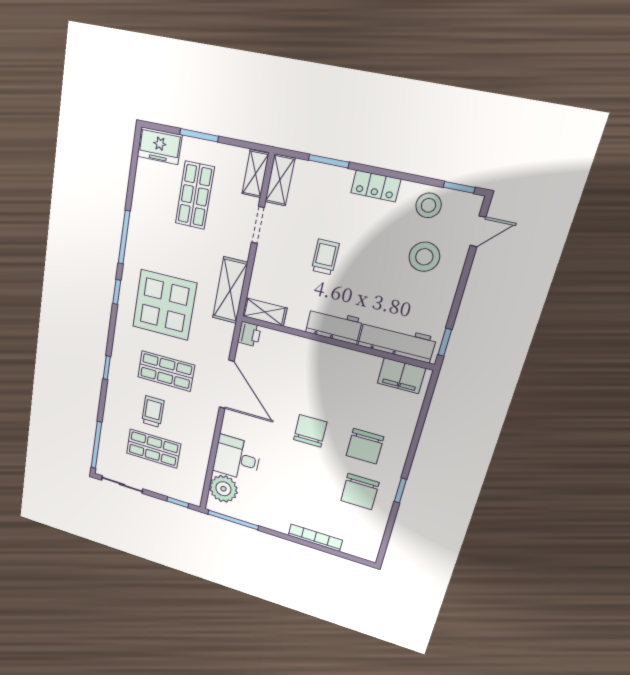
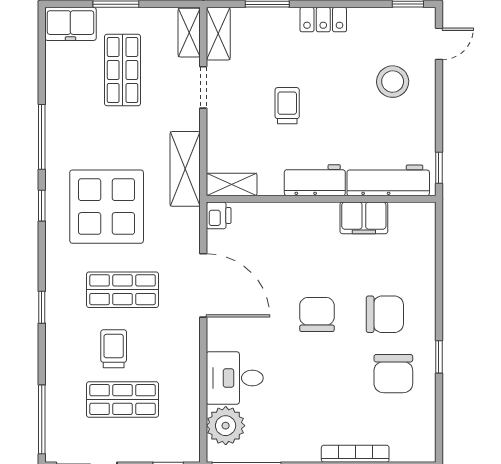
stool: (429, 205) -> (383, 28), removed
filing cabinet: (401, 376) -> (364, 218), moved
chair: (365, 446) -> (385, 314), turned -90

